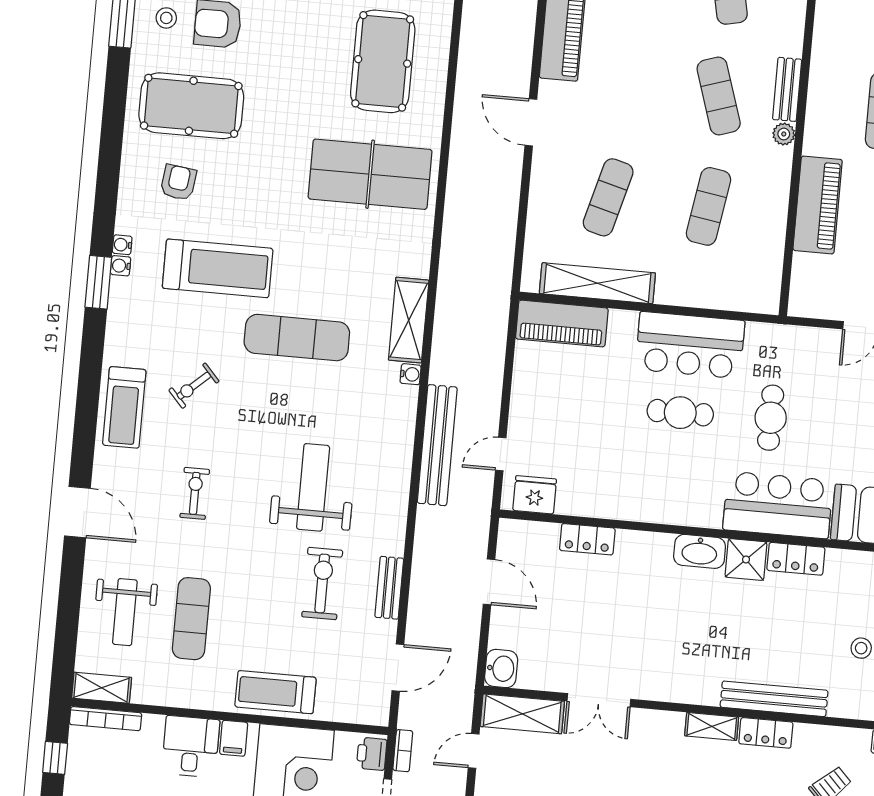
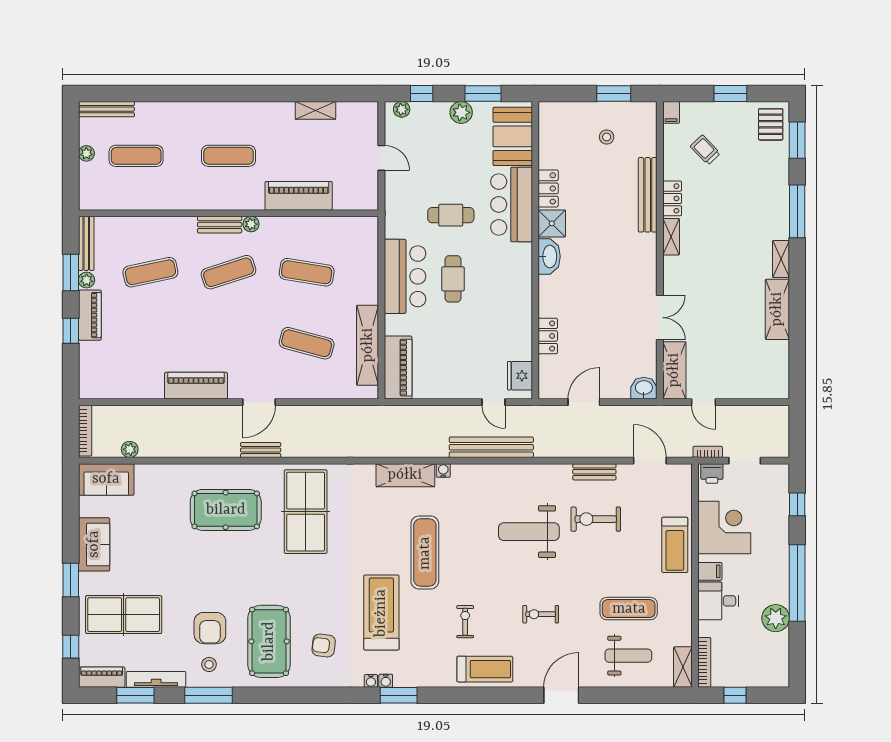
bench: (463, 119) -> (261, 450), added
exercise bike: (194, 386) -> (465, 622), turned -138

